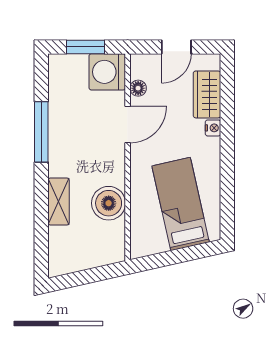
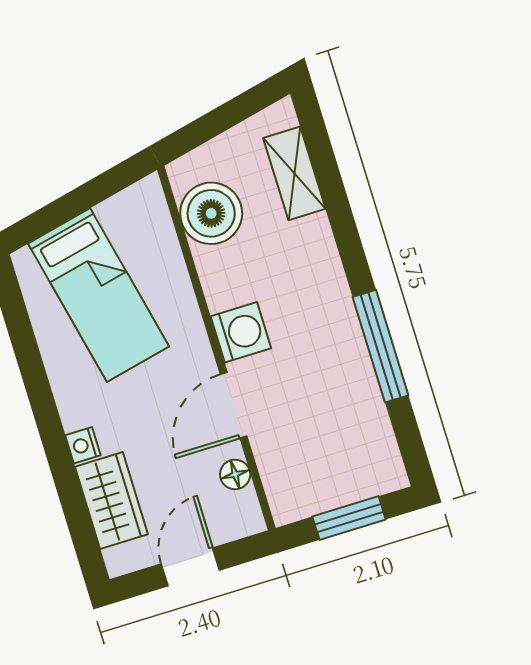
washing machine: (107, 72) -> (241, 332), moved, width x0.73, depth x0.73
shelving: (59, 202) -> (294, 173), moved
boiler: (109, 203) -> (211, 213), moved

